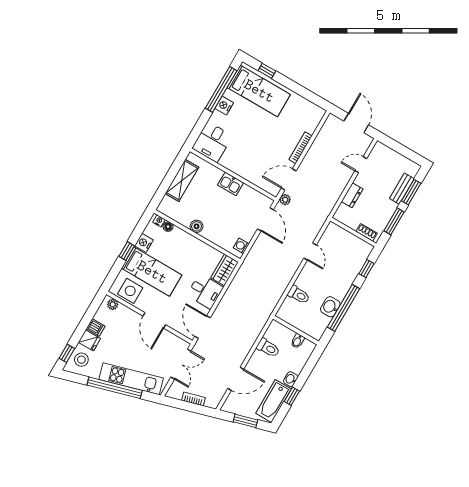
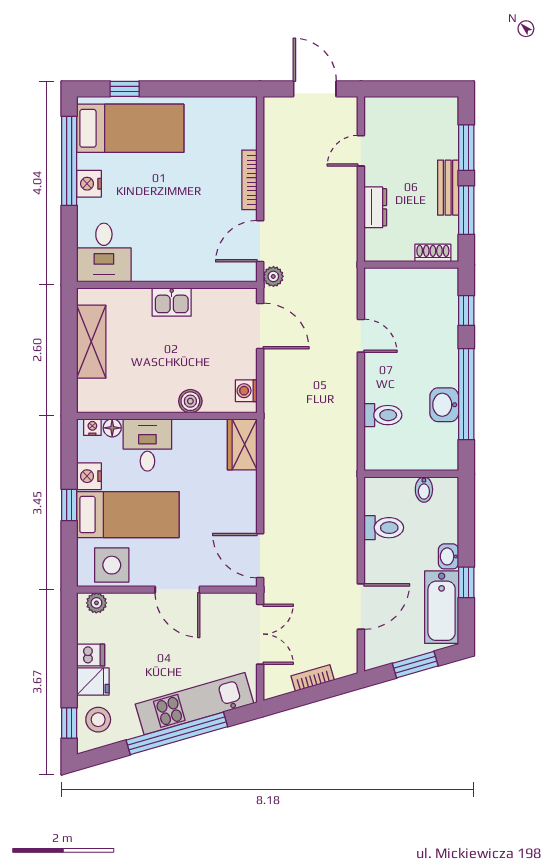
bench: (402, 189) -> (448, 188), moved
boiler: (196, 226) -> (190, 401), moved
desk: (205, 291) -> (147, 445), moved, turned -90

